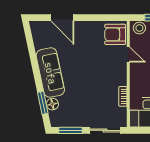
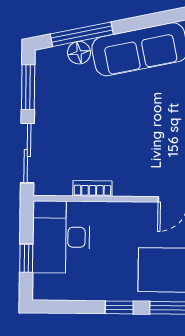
window: (43, 103) -> (82, 34), width x1.44

